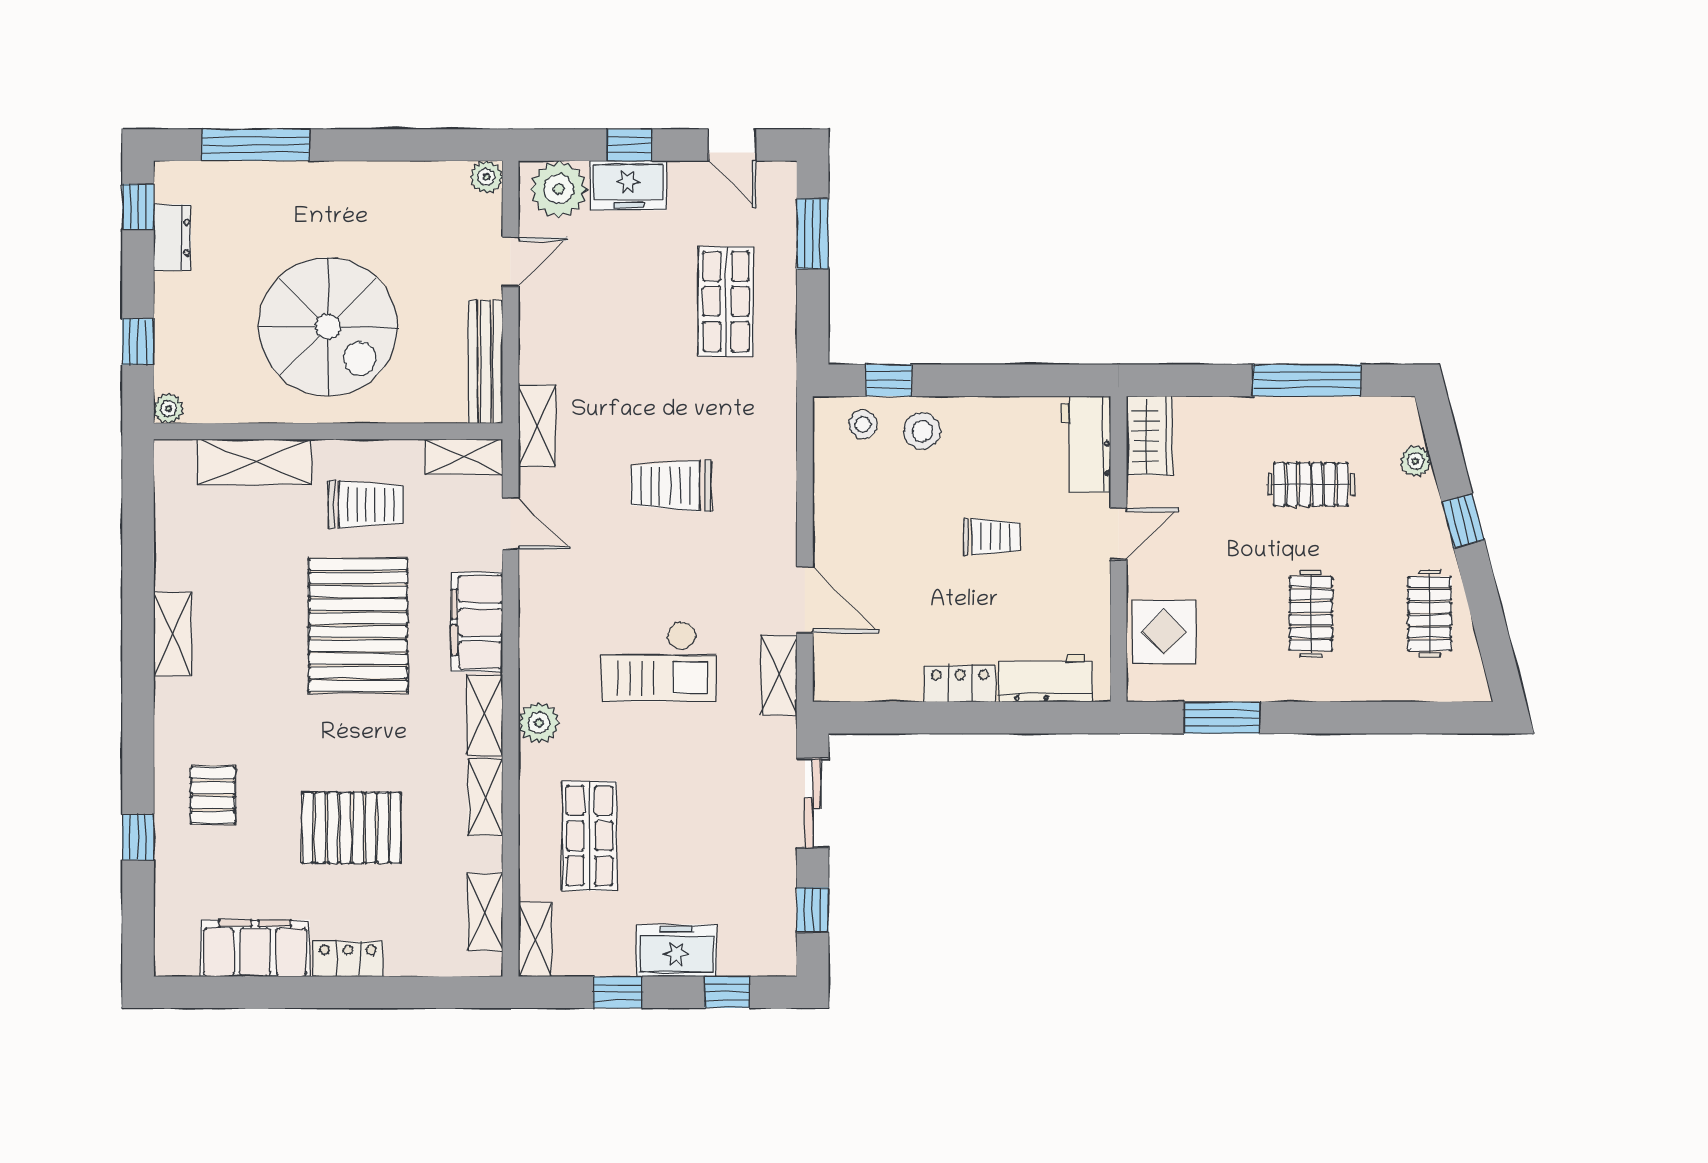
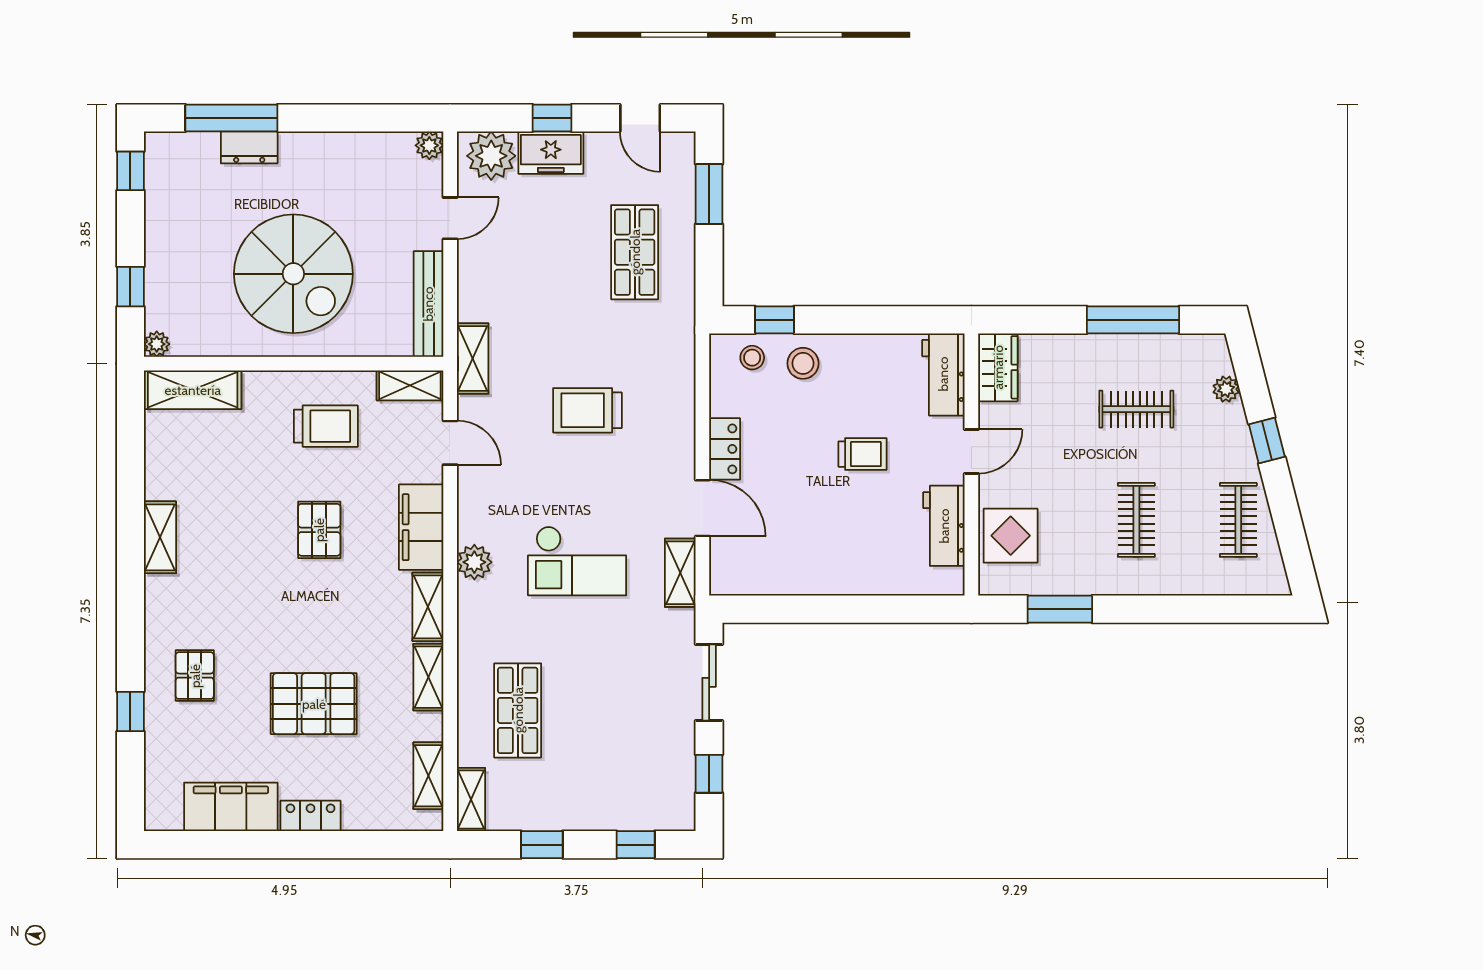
dresser: (172, 237) -> (249, 147), moved, turned 90
shelving: (254, 462) -> (193, 390), moved
pallet: (358, 625) -> (319, 530), width x0.49, depth x0.50
workbench: (1046, 678) -> (944, 526), moved, turned -90
locker: (960, 684) -> (725, 449), moved, turned 90
plant: (539, 723) -> (474, 562), moved
freezer: (676, 951) -> (592, 809), removed

